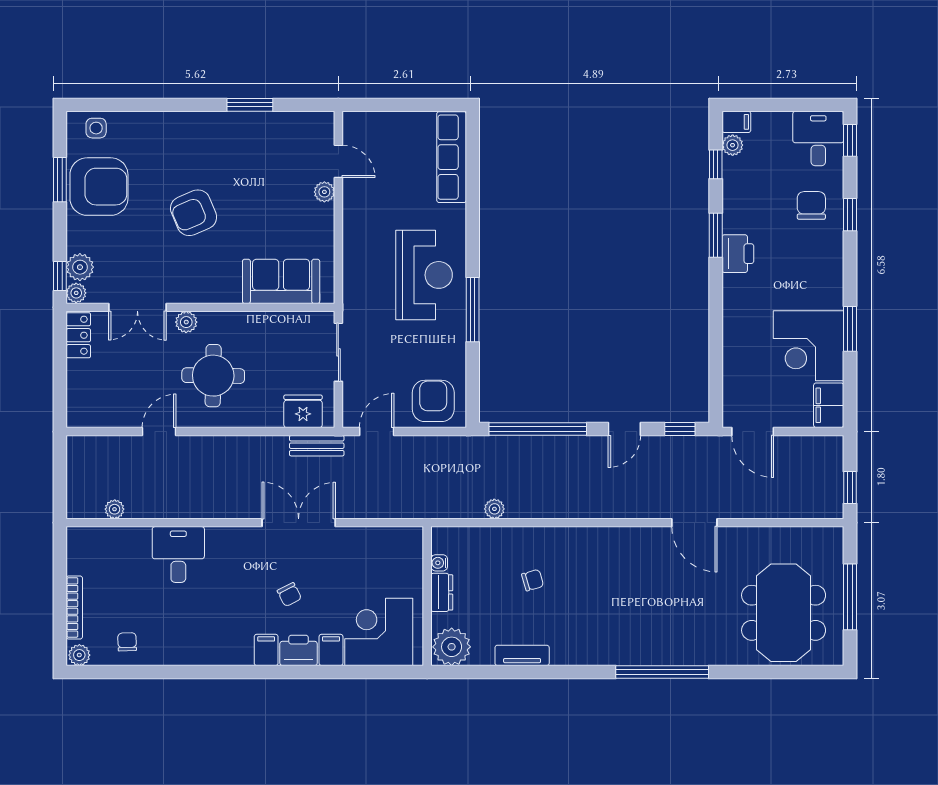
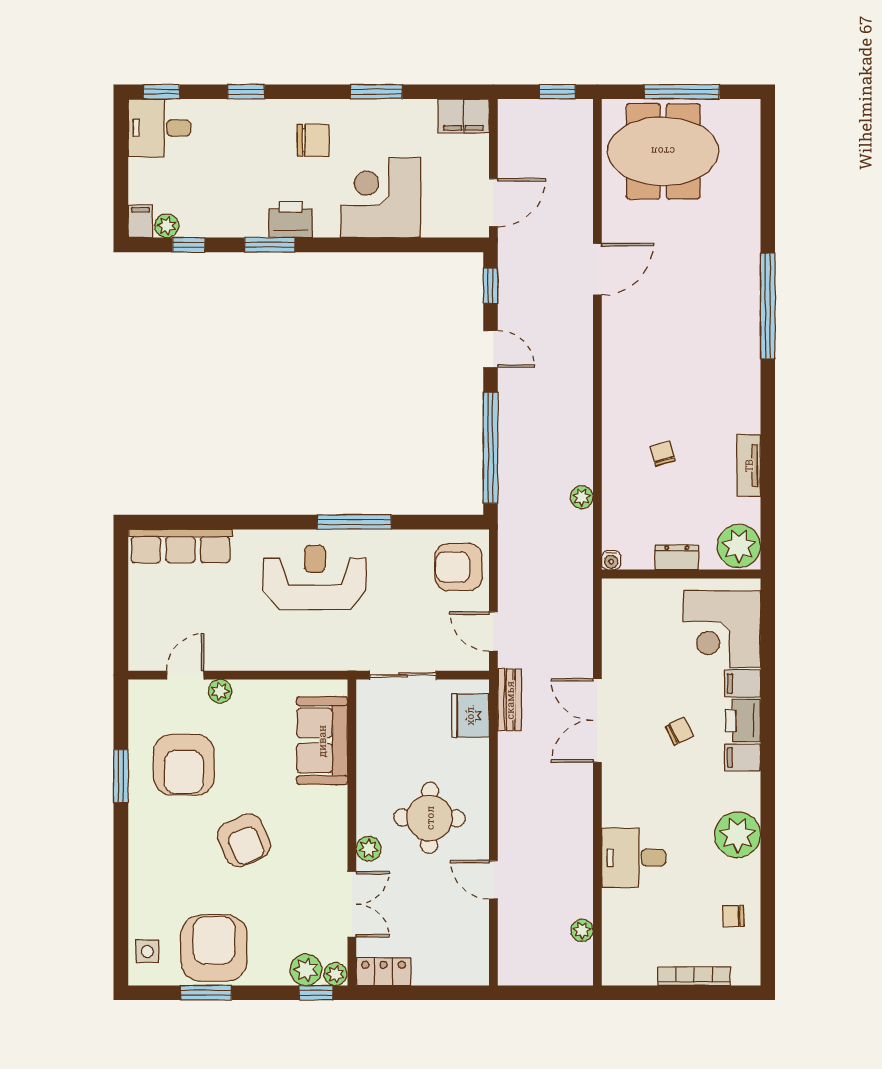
armchair: (260, 160) -> (184, 765), added
chair: (811, 205) -> (313, 140), moved, turned 180
corner desk: (809, 346) -> (381, 198), moved, turned 180
water cooler: (439, 563) -> (611, 560), moved
meeting table: (784, 613) -> (663, 151), moved
plant: (79, 655) -> (738, 835), moved, width x1.88, depth x1.88

